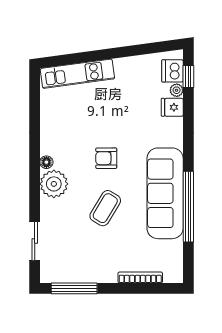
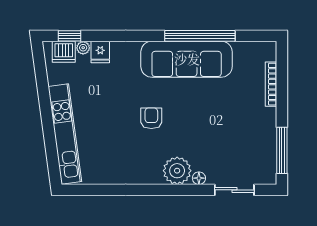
kitchen unit: (77, 74) -> (65, 134), width x1.36
armchair: (106, 158) -> (151, 118), turned 180
floor lamp: (46, 162) -> (199, 178), moved
coffee table: (105, 208) -> (201, 119), removed

